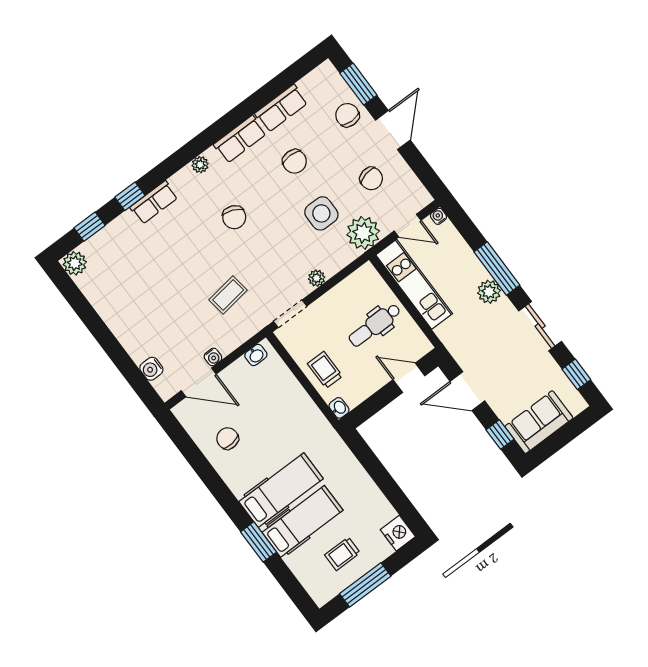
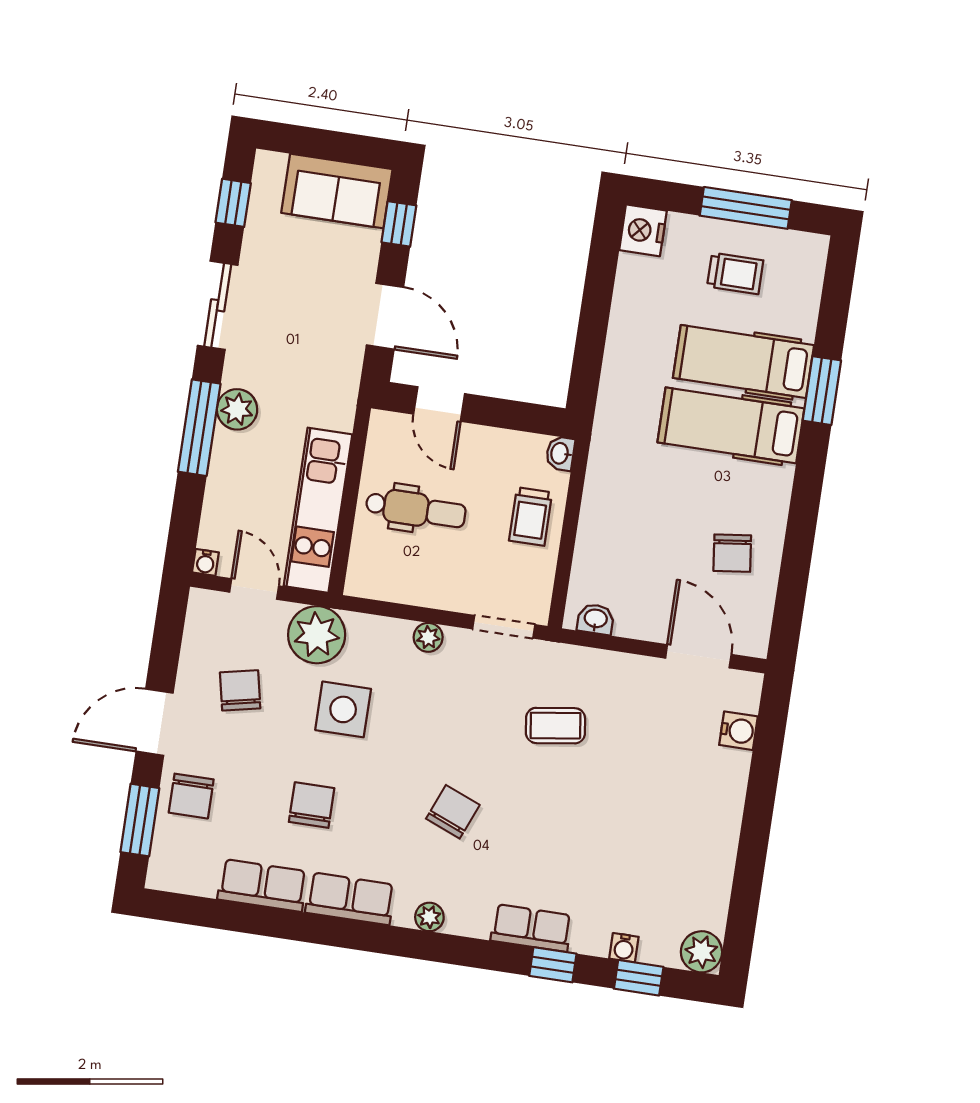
water cooler: (213, 357) -> (624, 948), moved, turned 180

